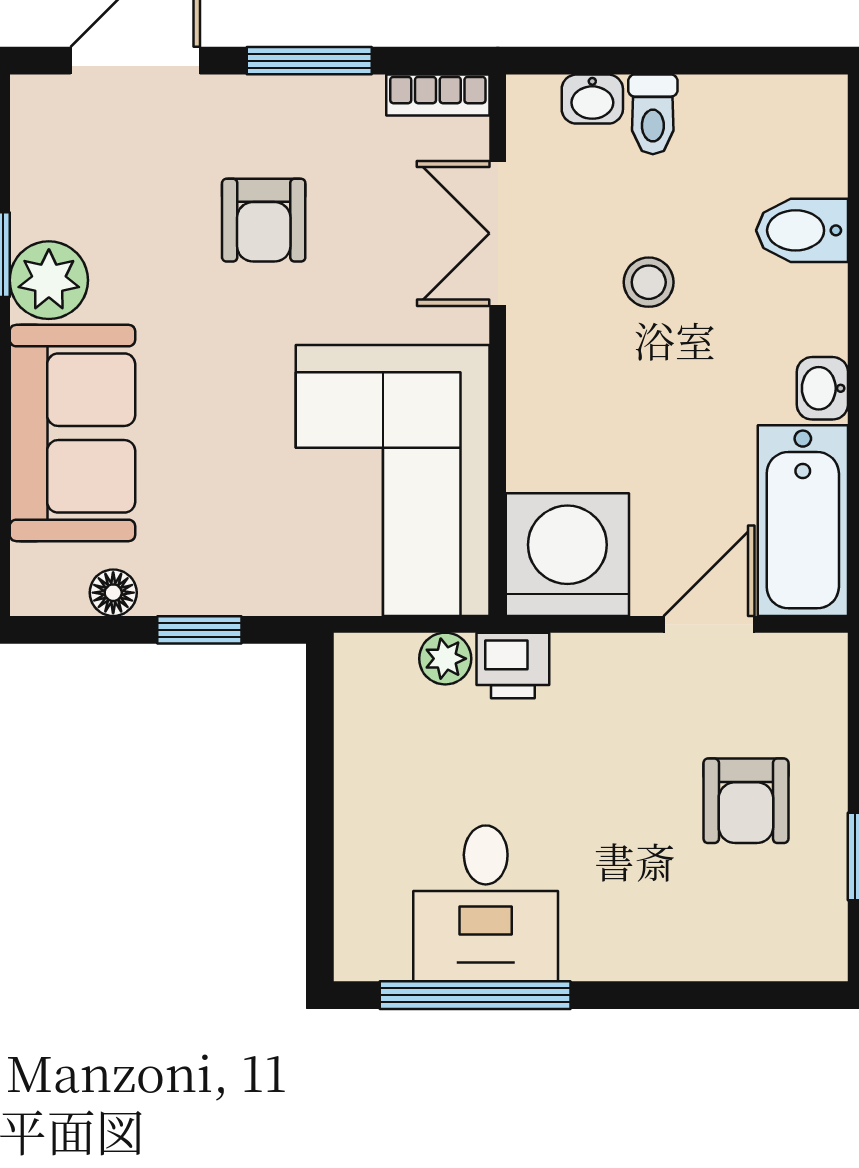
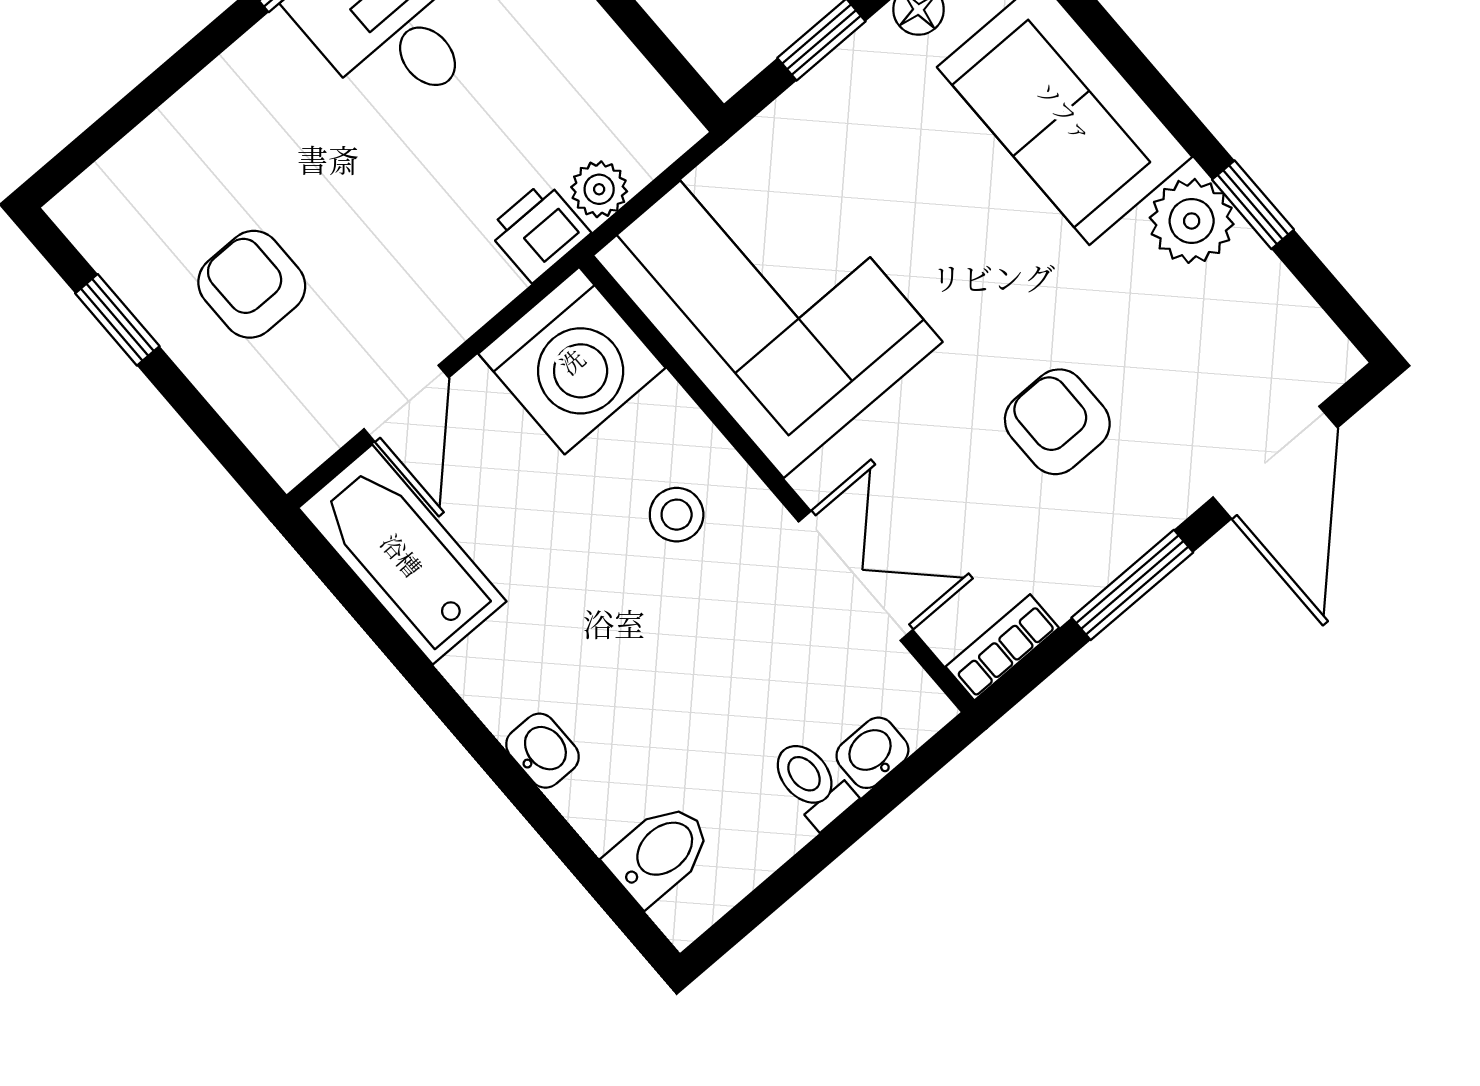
bidet: (802, 230) -> (659, 853), moved
stool: (649, 282) -> (677, 515), moved
washbasin: (822, 388) -> (542, 751), moved

